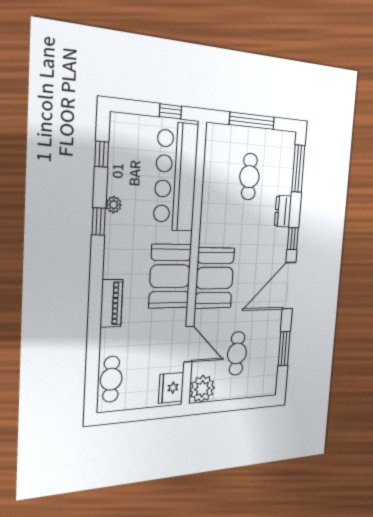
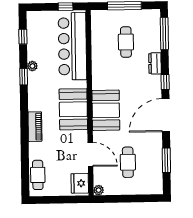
plant: (202, 389) -> (99, 190), width x0.53, depth x0.53

